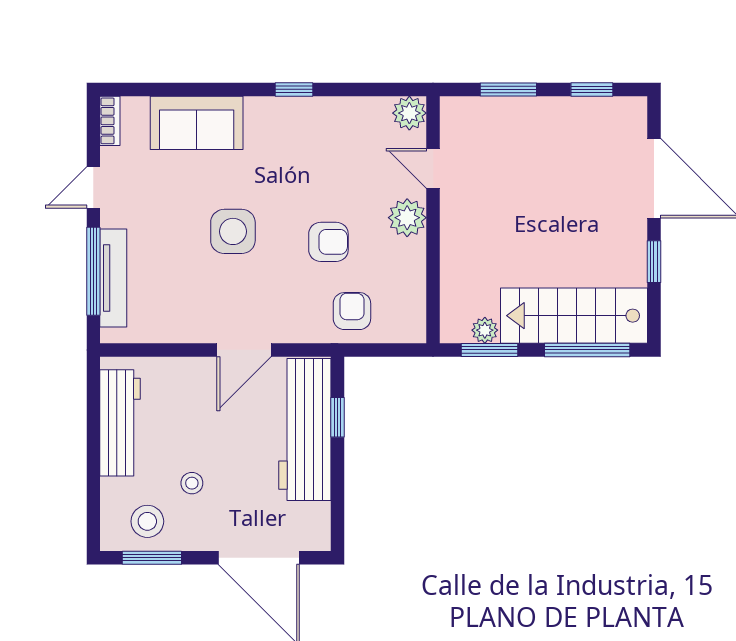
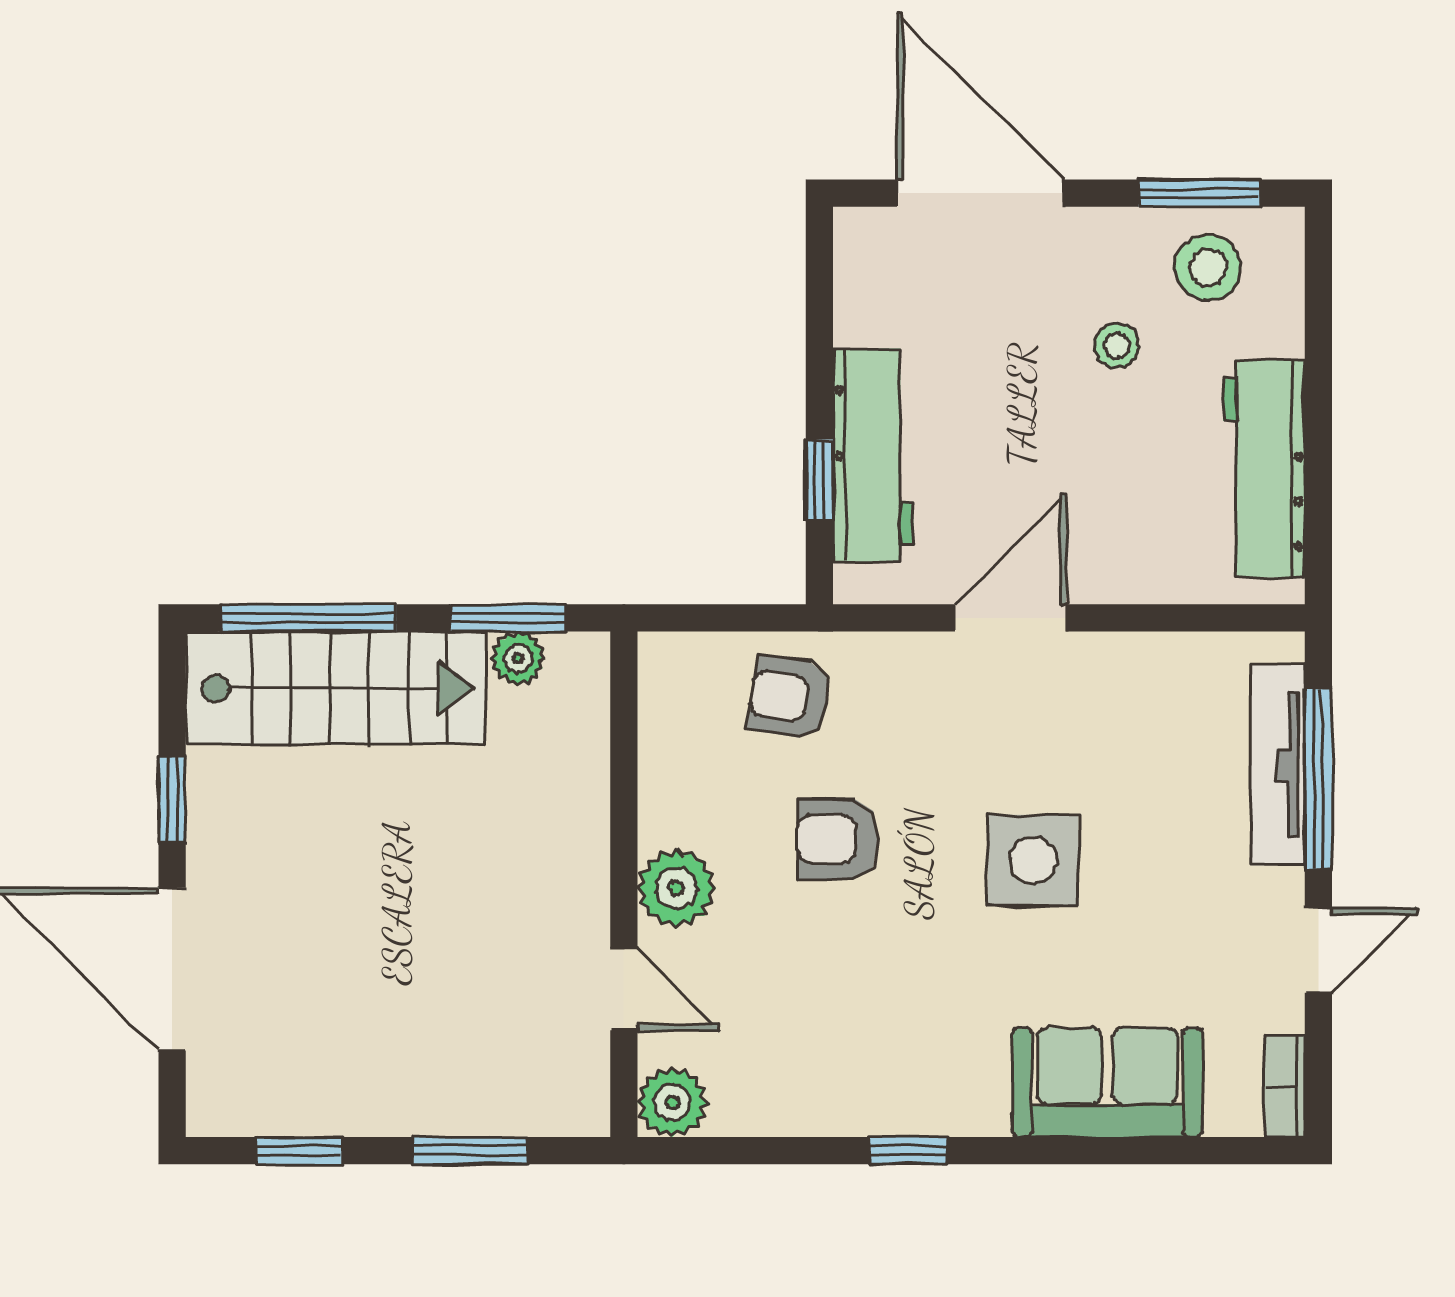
armchair: (352, 311) -> (790, 698), turned 99
workbench: (305, 430) -> (873, 455), width x0.73, depth x0.76

